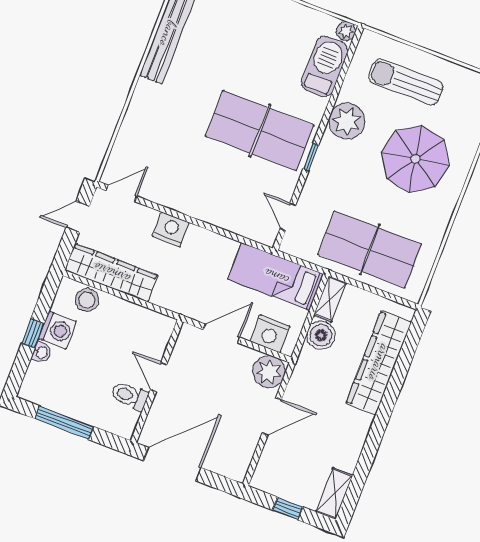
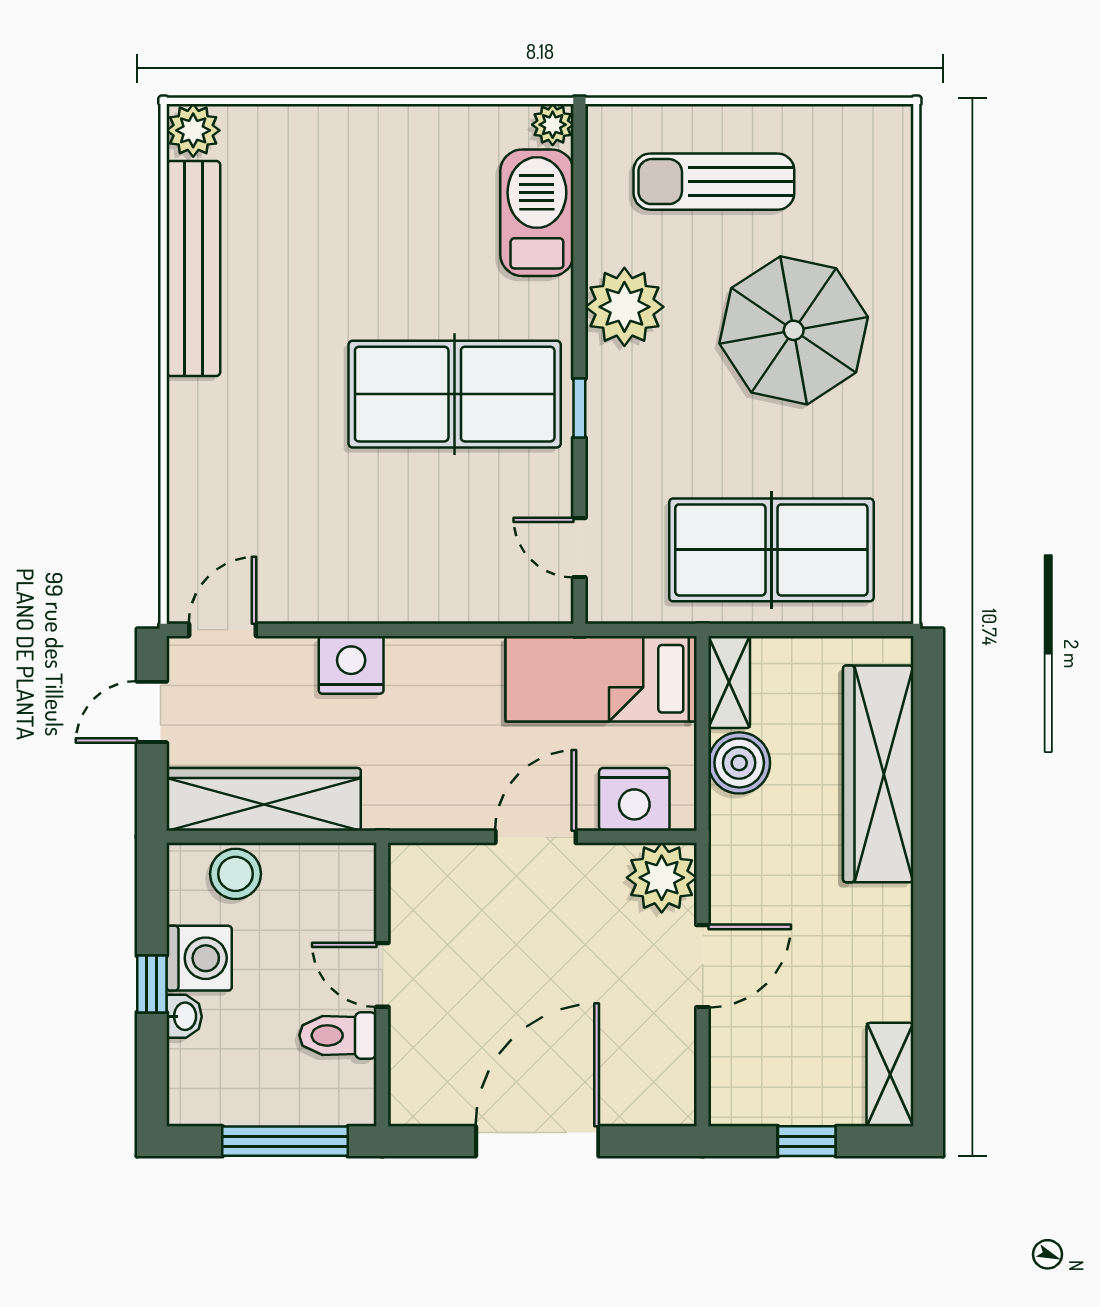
door: (159, 377) -> (382, 975), moved
wall: (157, 381) -> (382, 985), moved
toilet: (130, 396) -> (338, 1035), moved

